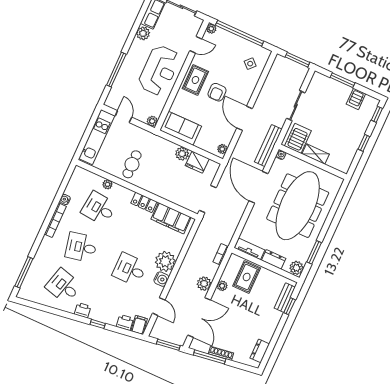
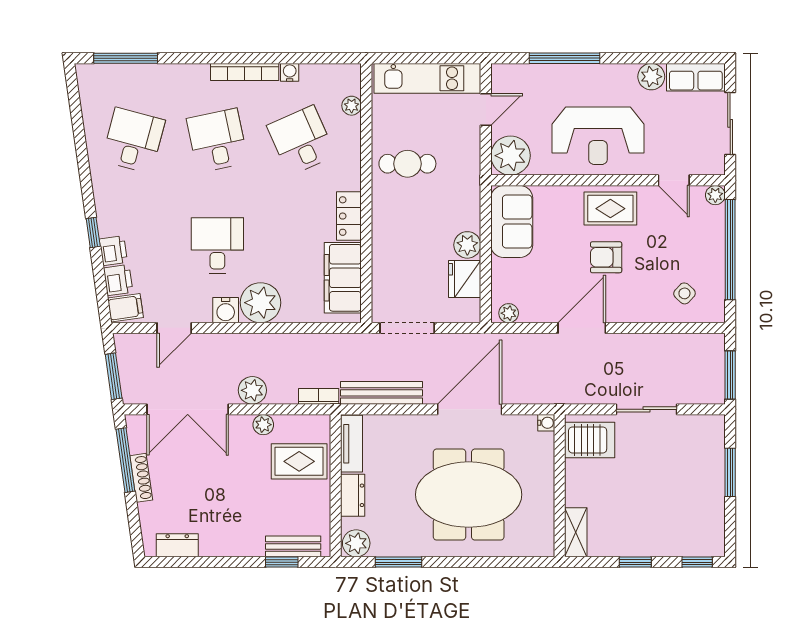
server rack: (356, 99) -> (708, 512), removed
plant: (152, 121) -> (511, 156), width x1.87, depth x1.87
bench: (268, 146) -> (382, 393), moved
shelving: (316, 154) -> (576, 532), moved
plant: (108, 184) -> (352, 106), moved
meeting table: (298, 206) -> (469, 495), width x0.73
desk: (99, 208) -> (301, 140), turned -30
printer: (83, 310) -> (113, 251), moved

